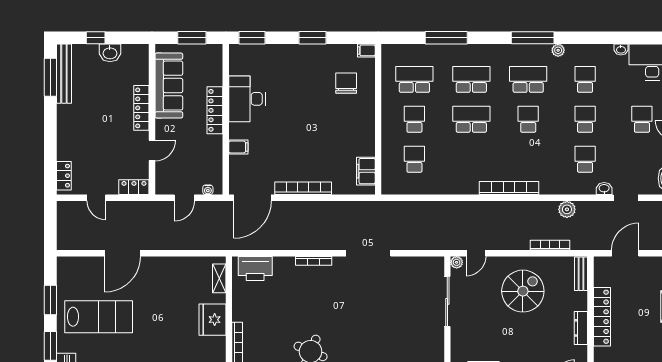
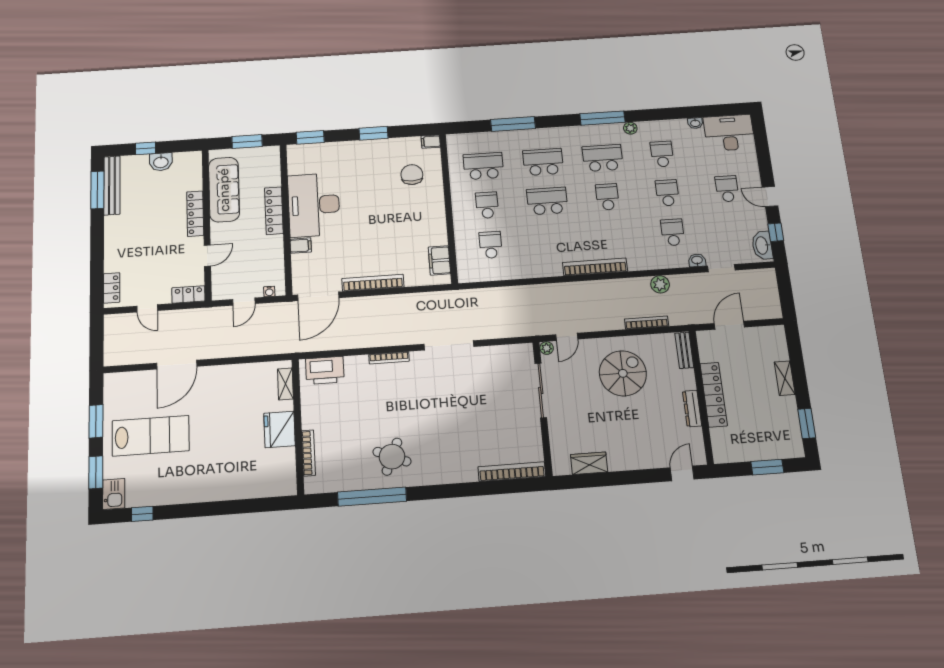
desk: (247, 99) -> (314, 205), width x1.36, depth x1.30

